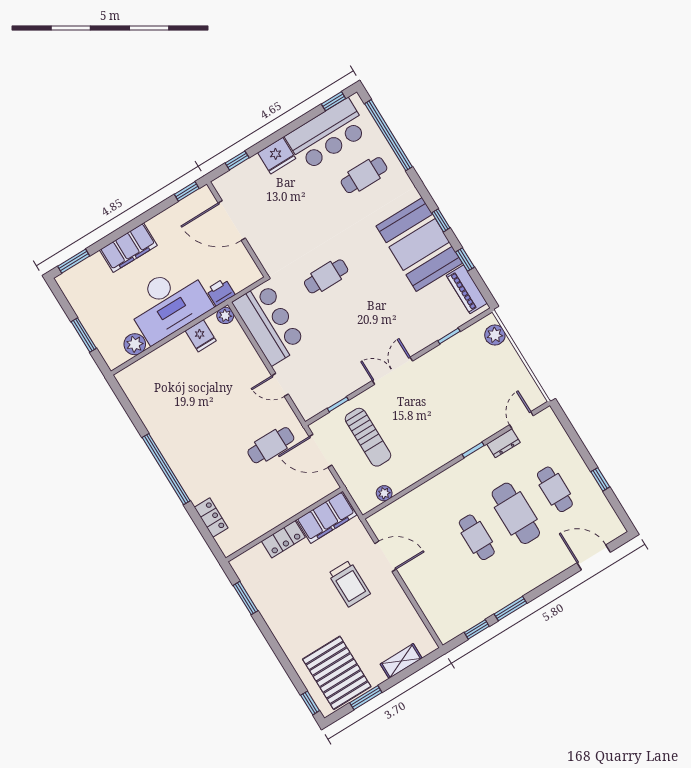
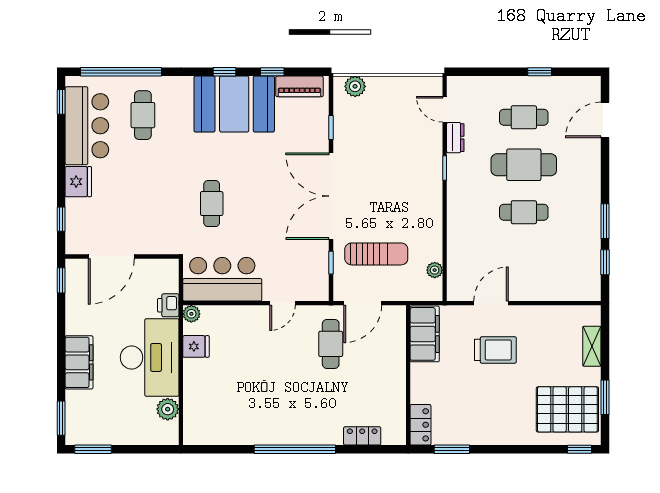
window: (84, 335) -> (93, 449), moved
double door: (392, 371) -> (331, 196), width x1.87
locker: (283, 539) -> (420, 425), moved

